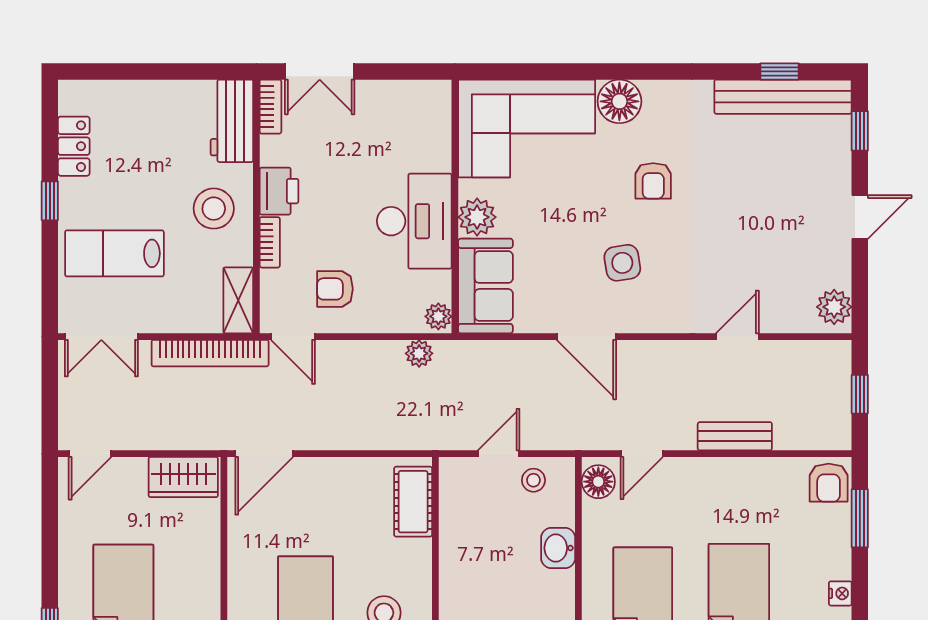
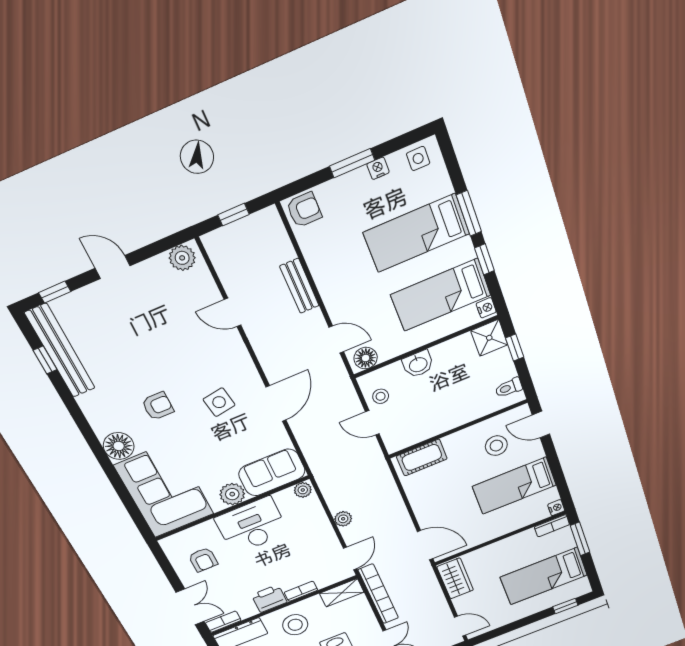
armchair: (335, 289) -> (203, 560), moved
plant: (419, 353) -> (343, 519), moved
window: (860, 518) -> (352, 163), moved

